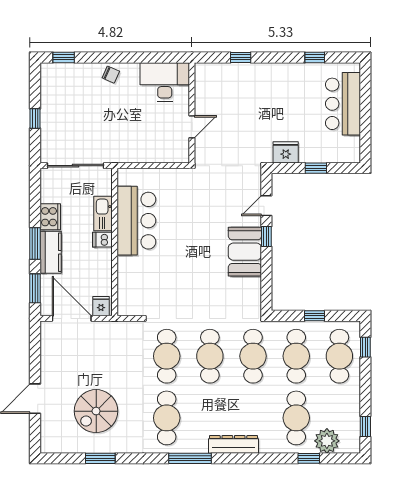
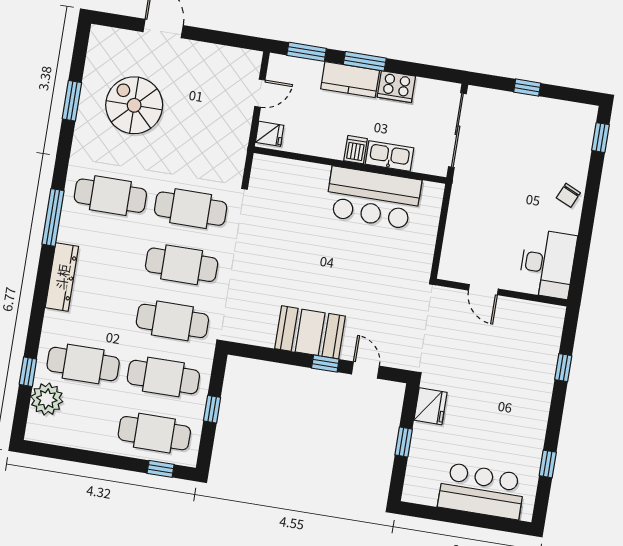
door: (72, 318) -> (260, 93), width x0.53
window: (365, 427) -> (57, 452), removed

